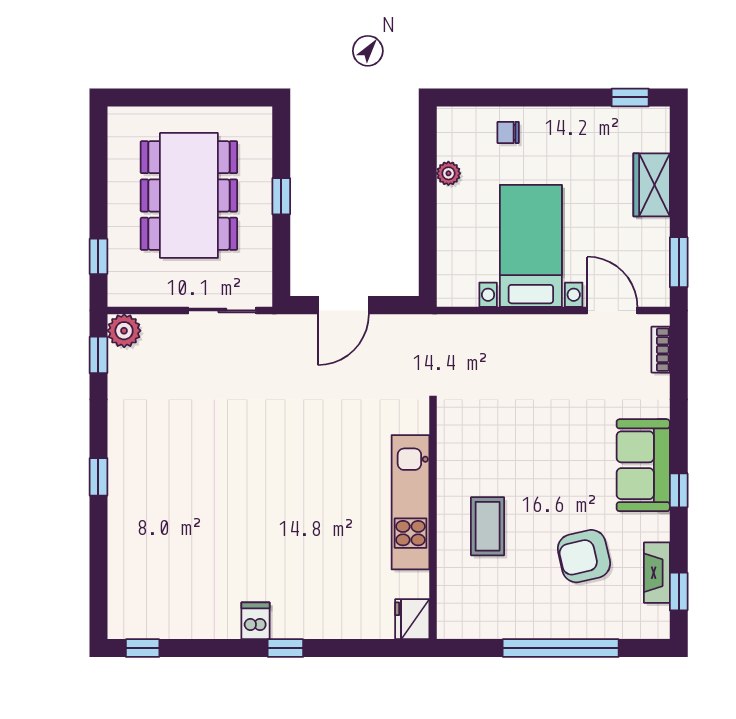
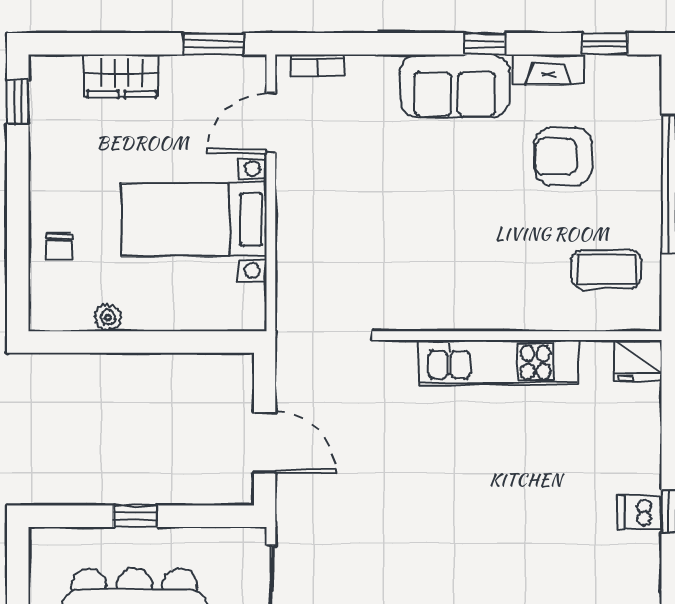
coffee table: (488, 526) -> (606, 270), moved
armchair: (584, 556) -> (563, 156), turned 103
fireplace: (657, 573) -> (548, 70), moved
dishwasher: (255, 621) -> (640, 512), moved

